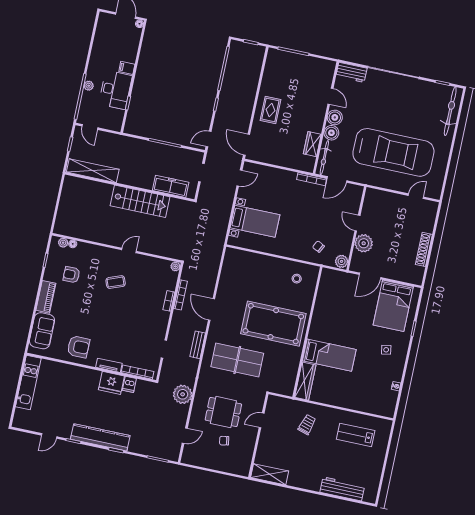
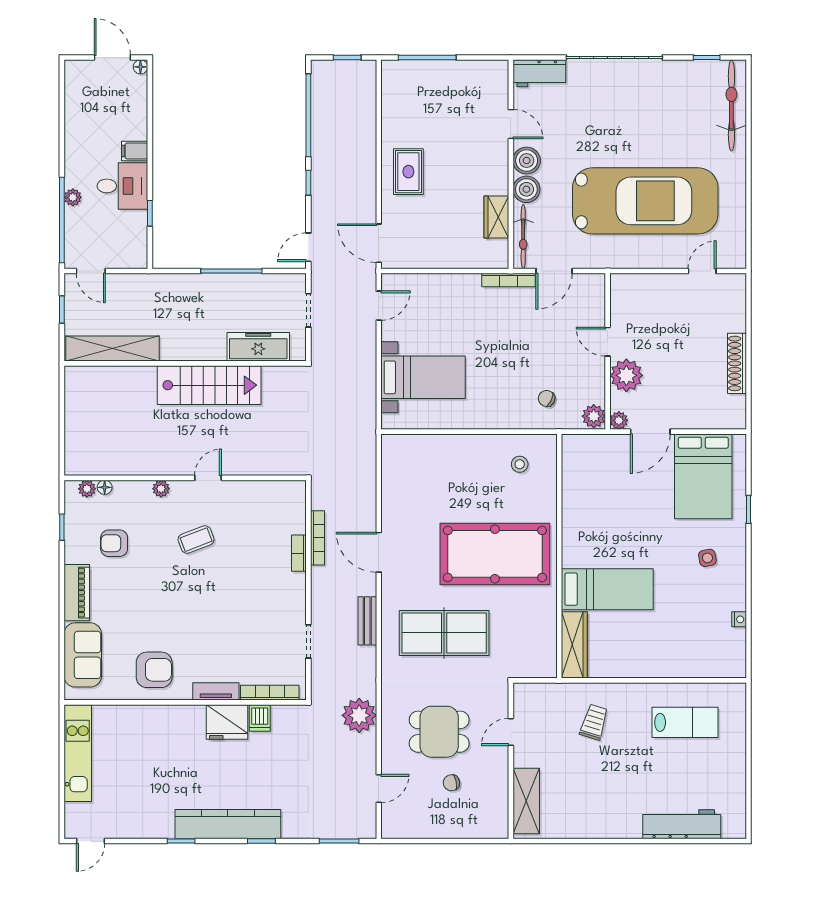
desk: (115, 90) -> (122, 186), width x0.73
plant: (175, 266) -> (161, 489), moved
plant: (354, 266) -> (619, 420), added
lab bench: (356, 435) -> (685, 722), turned 180
door: (49, 436) -> (91, 841), moved
shelving: (270, 474) -> (526, 801), moved, turned 90

